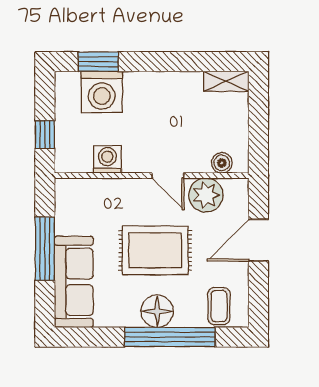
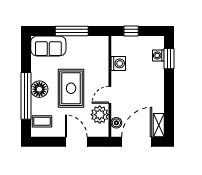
washing machine: (102, 92) -> (158, 55), width x0.53, depth x0.53
door: (258, 124) -> (137, 142), added
sofa: (74, 282) -> (48, 46), width x0.73

